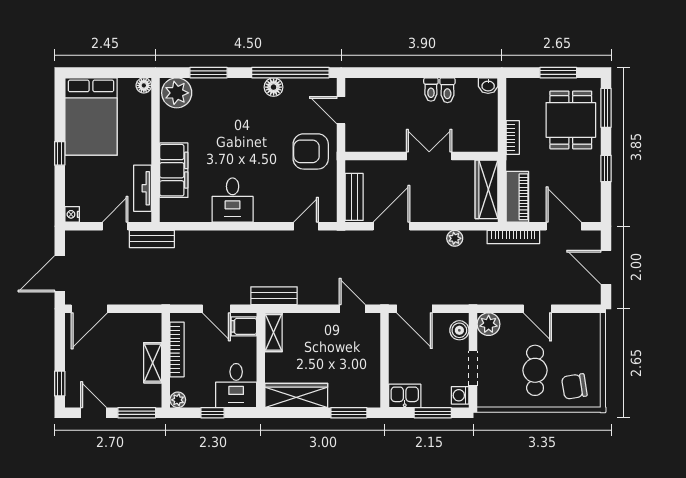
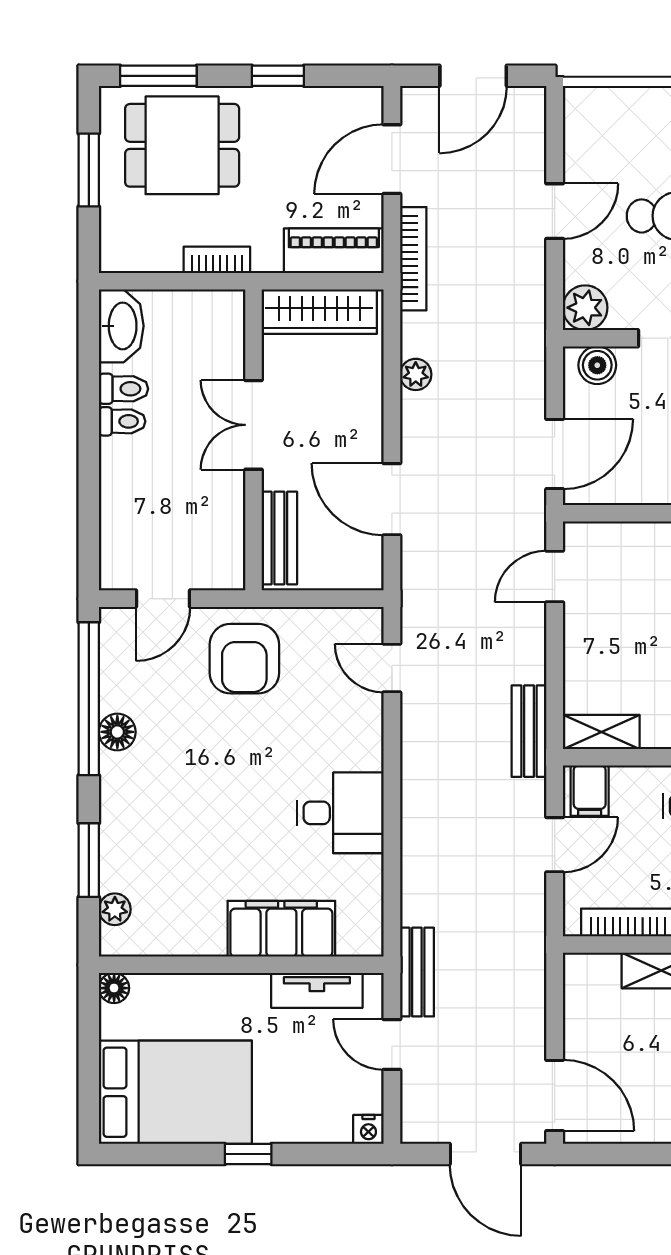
washbasin: (488, 86) -> (121, 326), width x1.91, depth x1.45
plant: (177, 93) -> (115, 909), width x0.53, depth x0.53
bench: (354, 197) -> (279, 538), moved, turned 90

